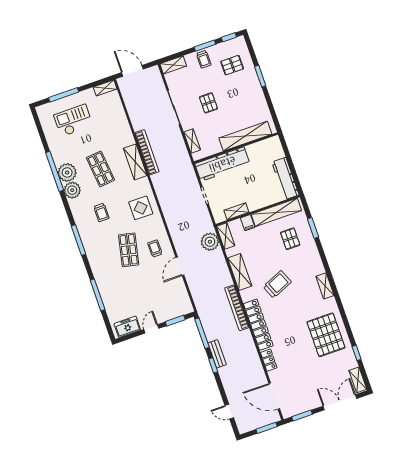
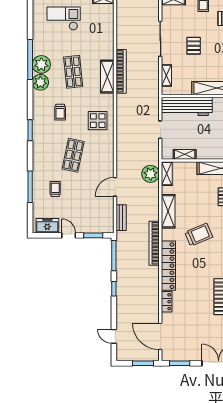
filing cabinet: (248, 223) -> (191, 168), removed
window: (78, 240) -> (30, 130), width x0.69
trolley: (155, 249) -> (55, 189), moved
door: (151, 329) -> (69, 235), hinge flipped
bench: (217, 354) -> (121, 218), moved

